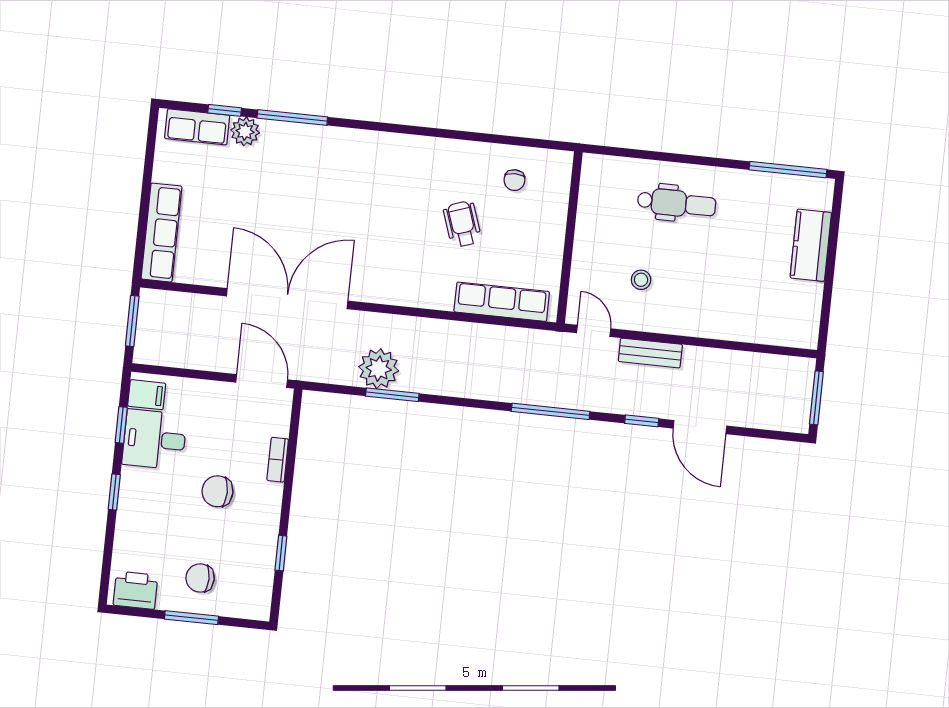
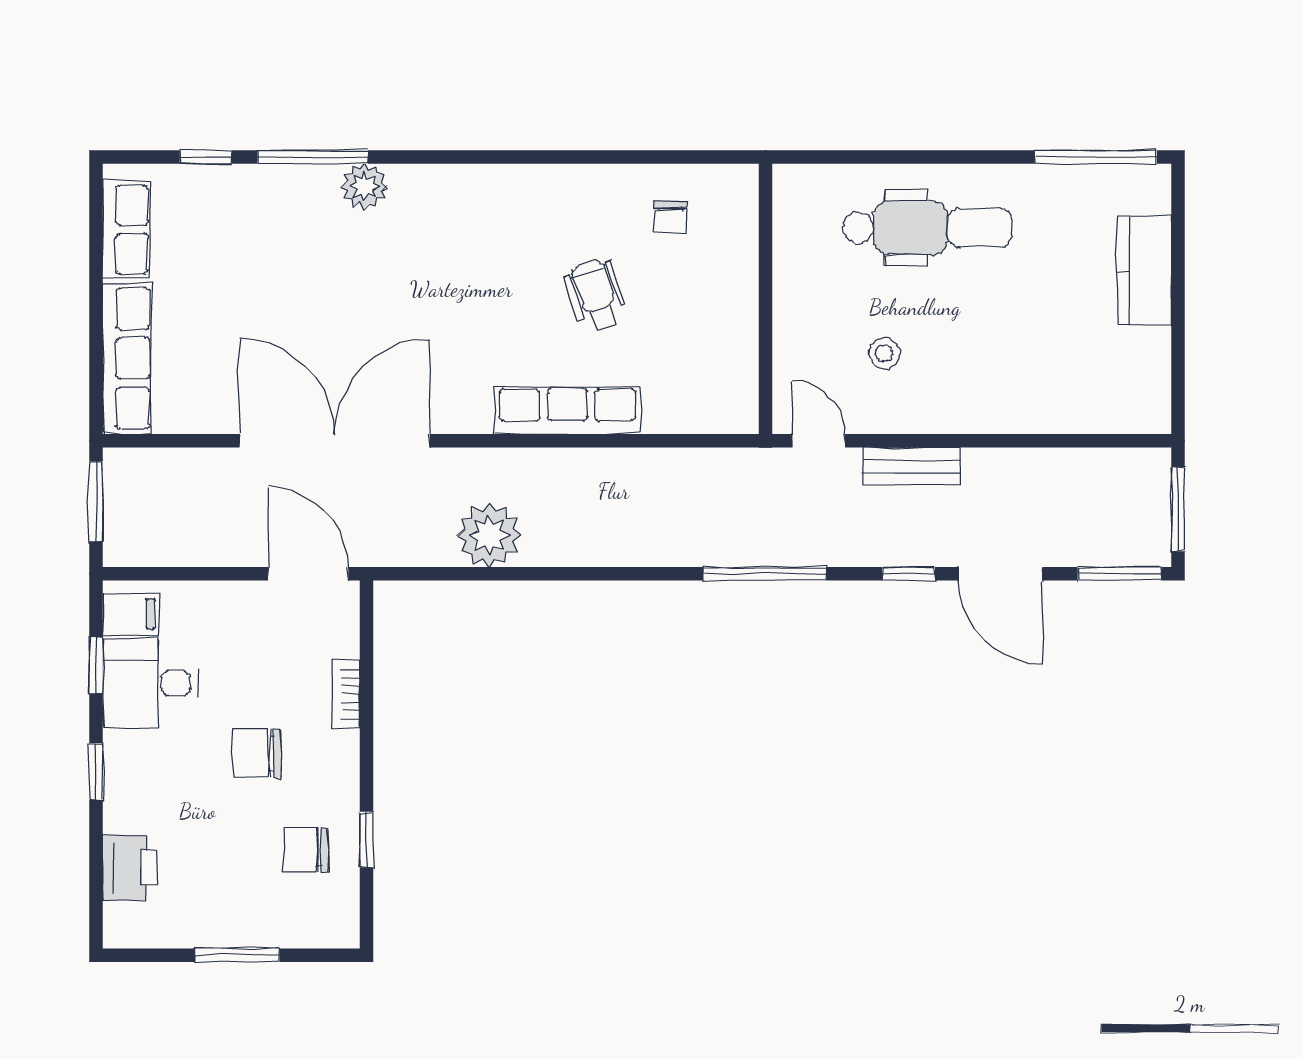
row of seats: (197, 127) -> (126, 230), moved, turned -90
plant: (245, 131) -> (364, 186), moved
dental chair: (677, 203) -> (927, 228), width x1.36, depth x1.38
row of seats: (502, 302) -> (567, 410), moved
window: (392, 395) -> (1120, 574), moved
chair: (200, 578) -> (306, 850), moved
printer: (135, 590) -> (130, 868), moved, turned 90

